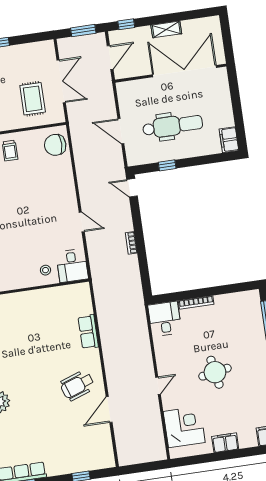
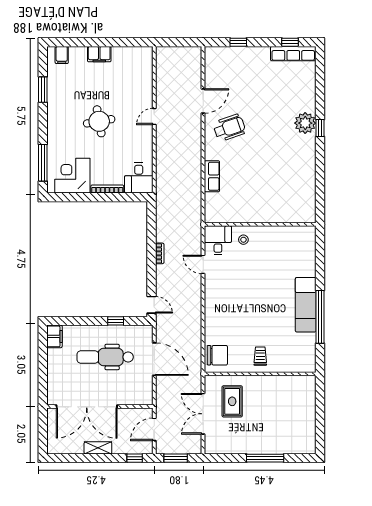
door: (121, 131) -> (154, 359), width x1.36
door: (82, 222) -> (203, 264), moved
corner desk: (184, 427) -> (72, 176), moved, turned 90

